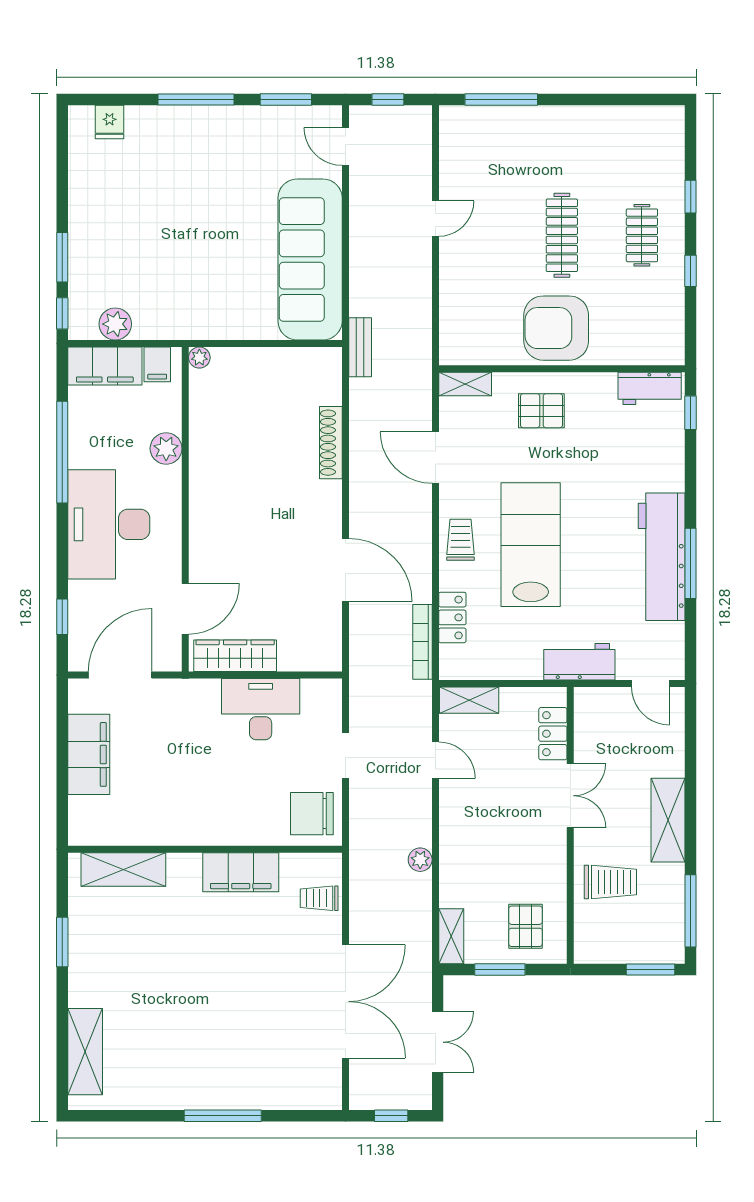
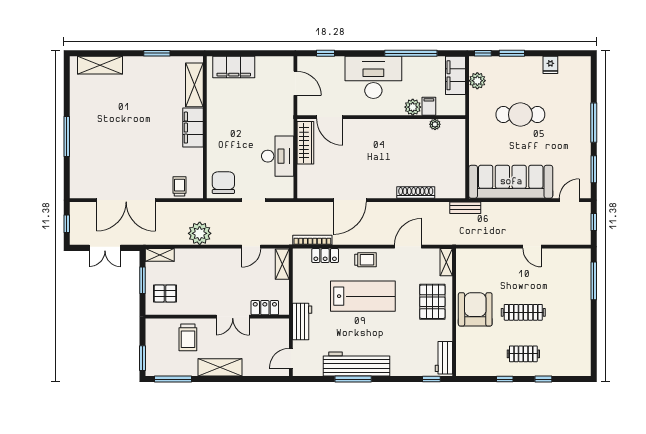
fridge: (110, 122) -> (550, 65), moved, turned -90
cafe table: (180, 241) -> (520, 115), added
plant: (199, 358) -> (435, 124), moved
filing cabinet: (157, 364) -> (429, 106), moved, turned 90
pallet: (541, 411) -> (432, 302), width x1.50, depth x1.42
door: (120, 675) -> (295, 83), width x0.73
filing cabinet: (89, 754) -> (234, 67), moved
plant: (420, 860) -> (200, 233), width x1.88, depth x1.88
filing cabinet: (241, 872) -> (193, 128), moved

